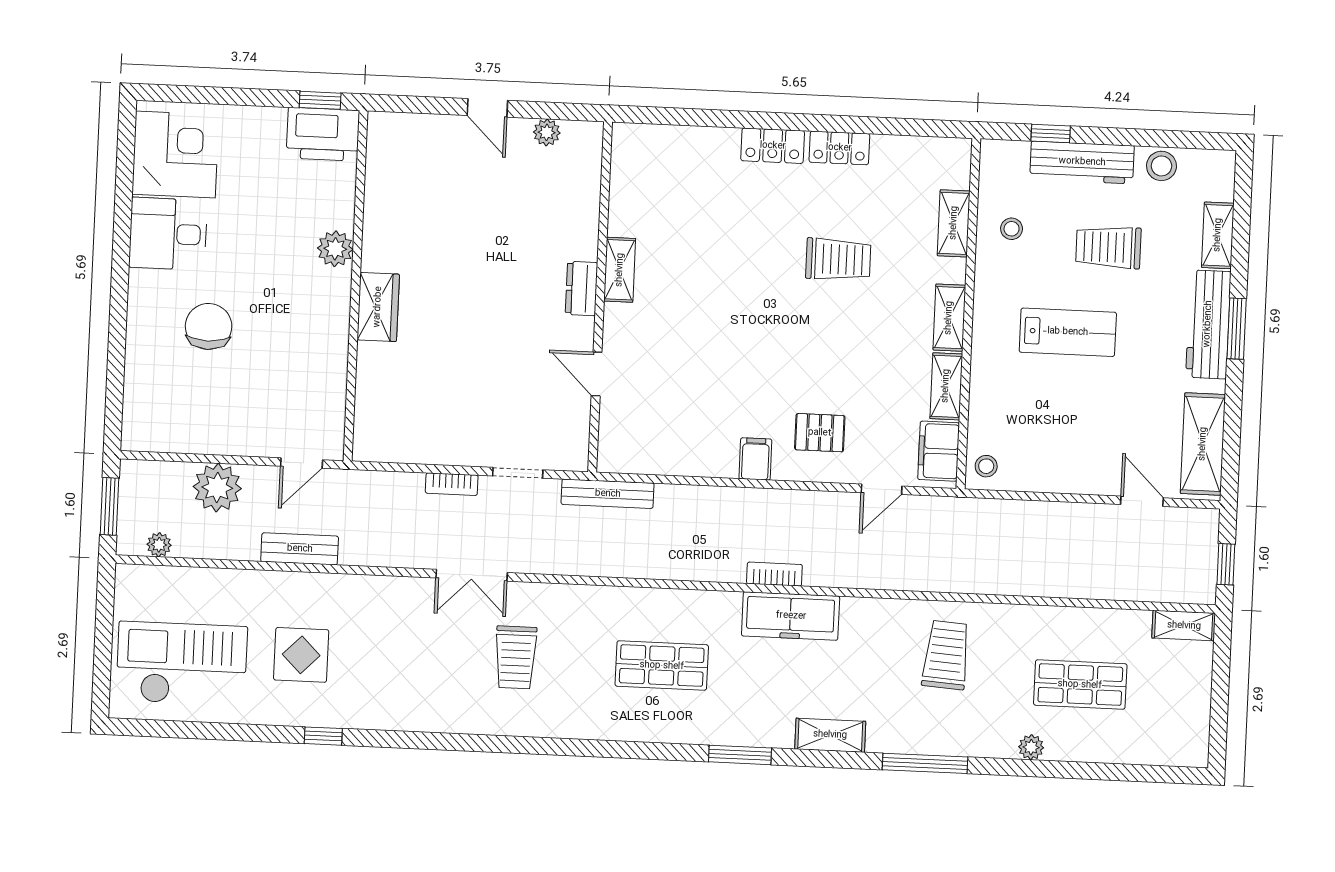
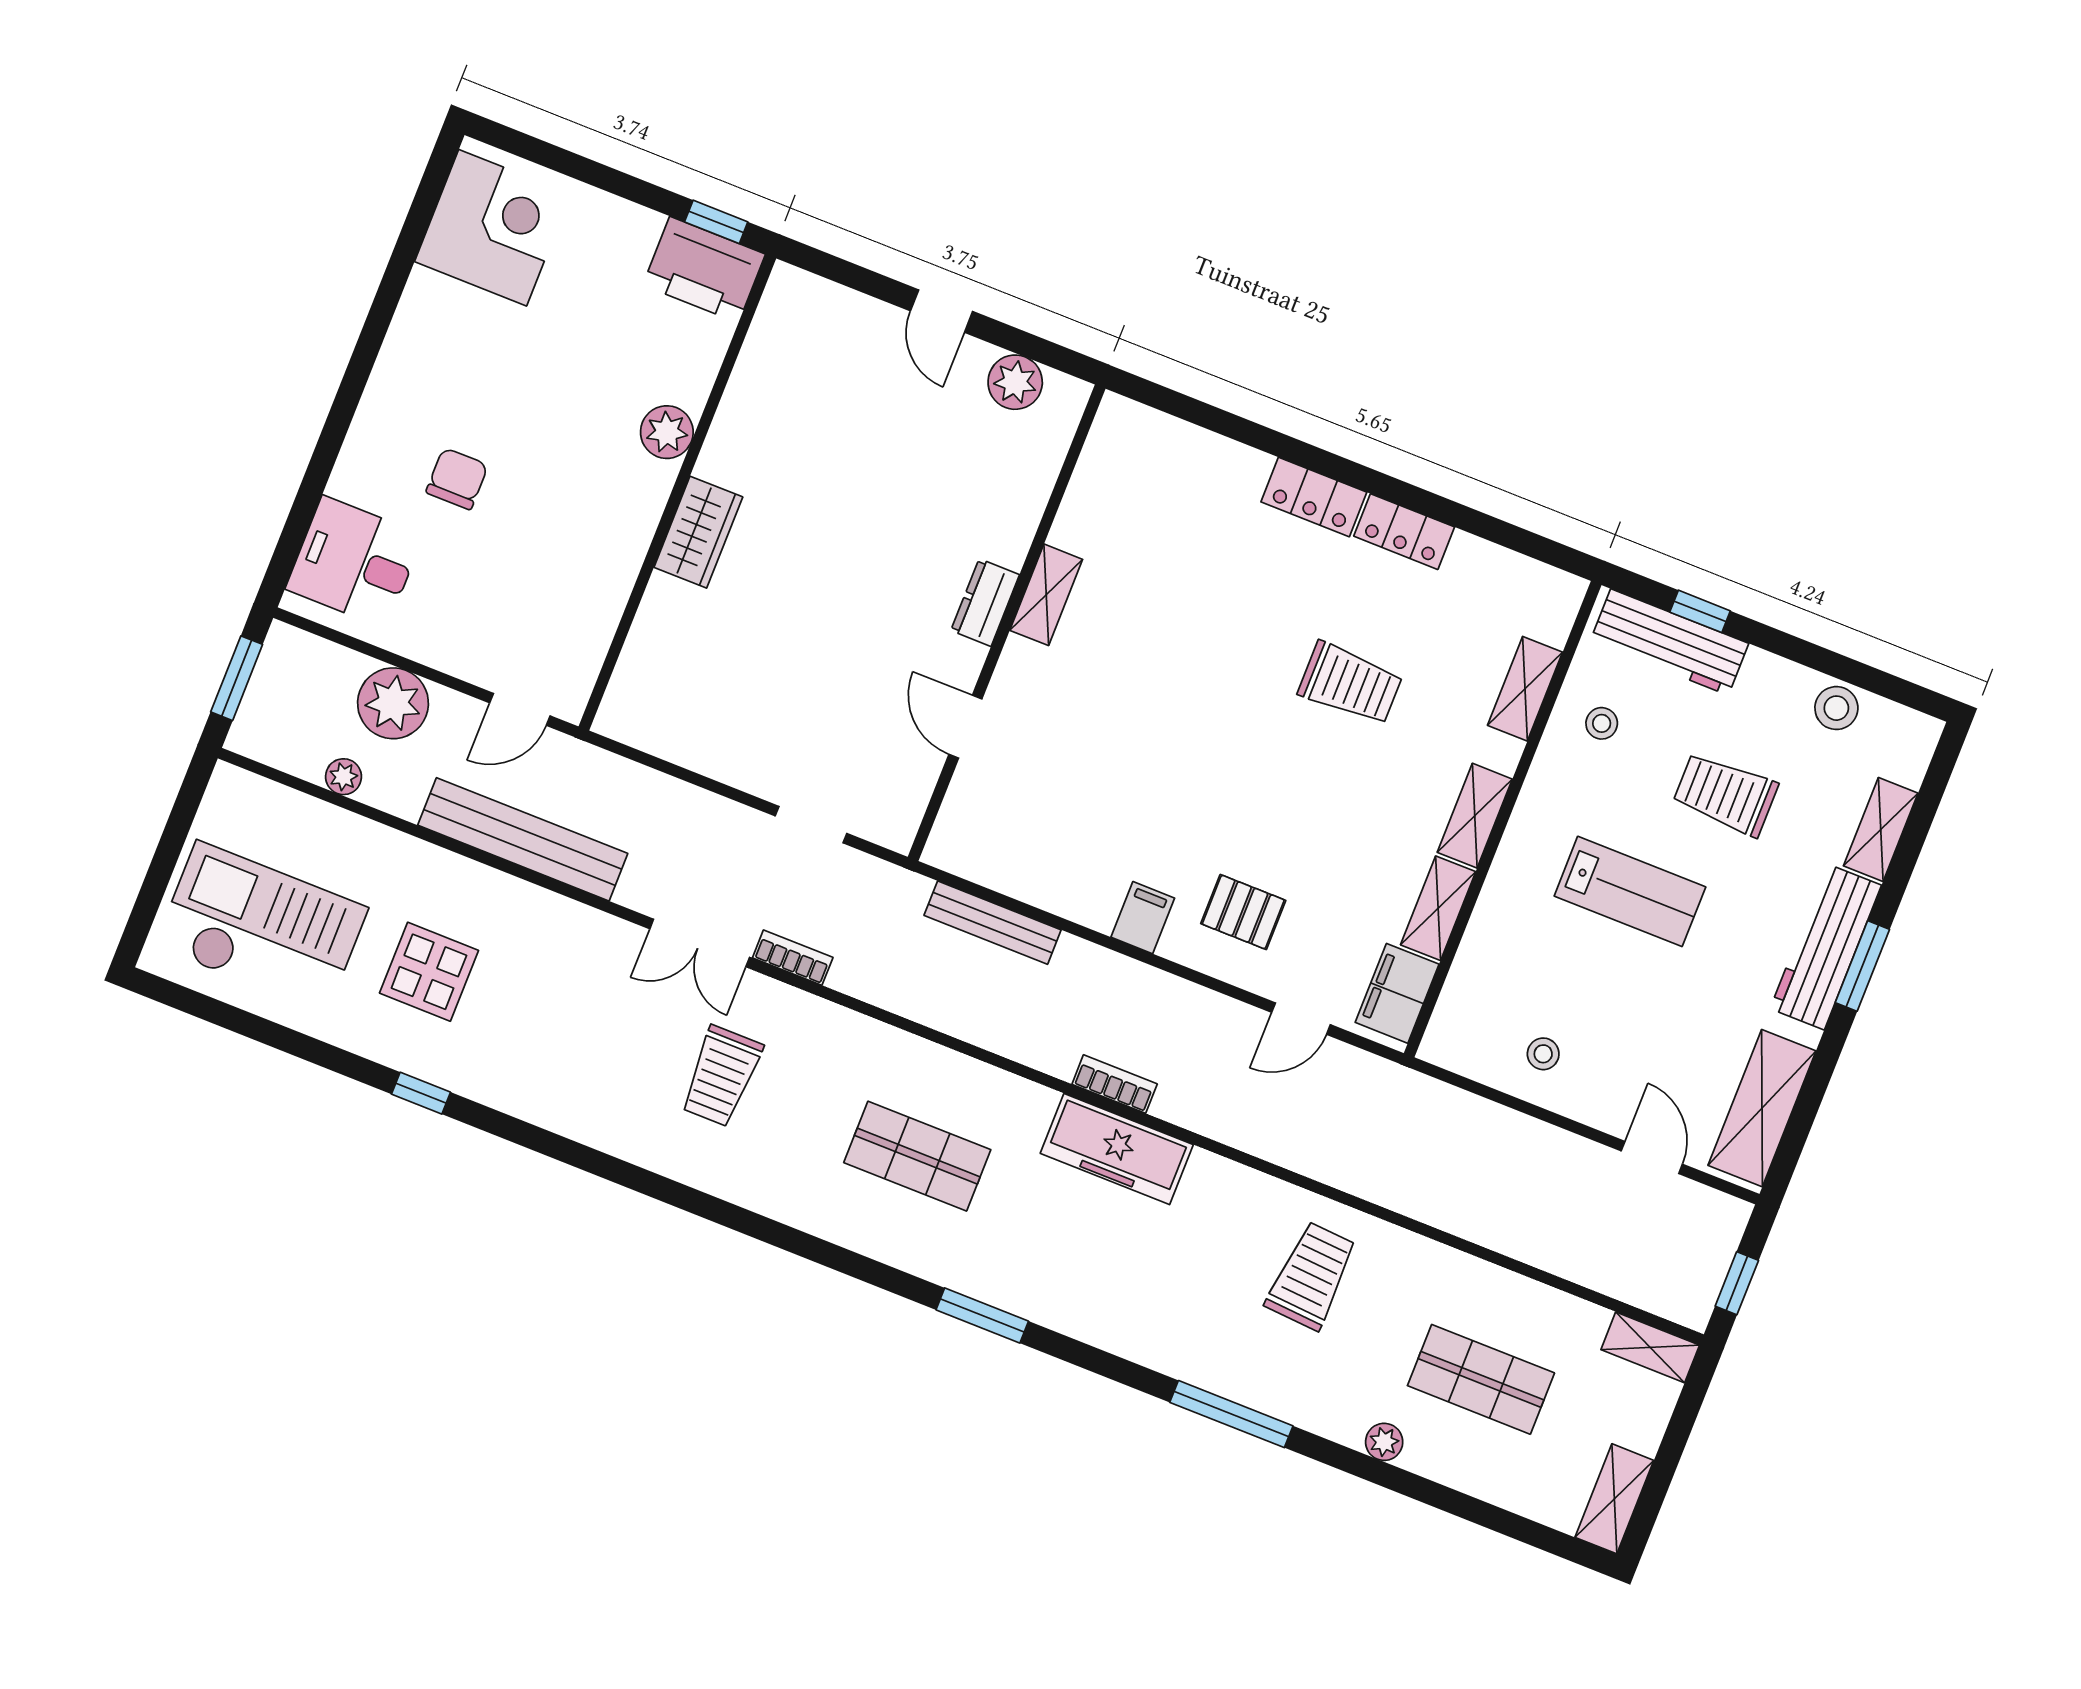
plant: (547, 132) -> (1015, 382), width x1.38, depth x1.38
workbench: (1082, 162) -> (1669, 642), moved
desk: (168, 234) -> (354, 562), moved
chair: (209, 326) -> (457, 479), width x0.73, depth x0.73
stool: (986, 466) -> (1543, 1054), moved
bookcase: (452, 484) -> (793, 958), moved, turned 180
bench: (608, 494) -> (993, 923), moved
plant: (159, 545) -> (344, 777), moved
bench: (300, 549) -> (523, 839), width x1.86, depth x1.21
shelving: (830, 735) -> (1614, 1499), moved, turned 90

